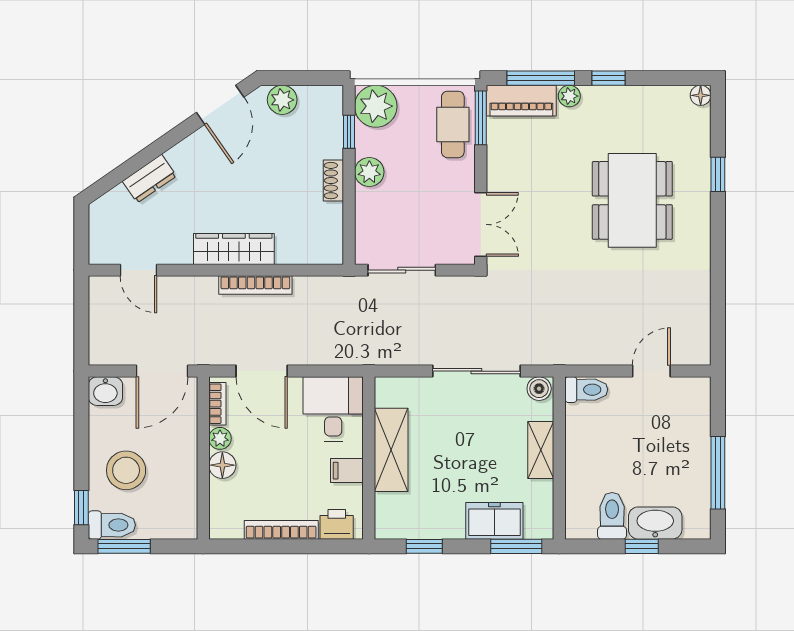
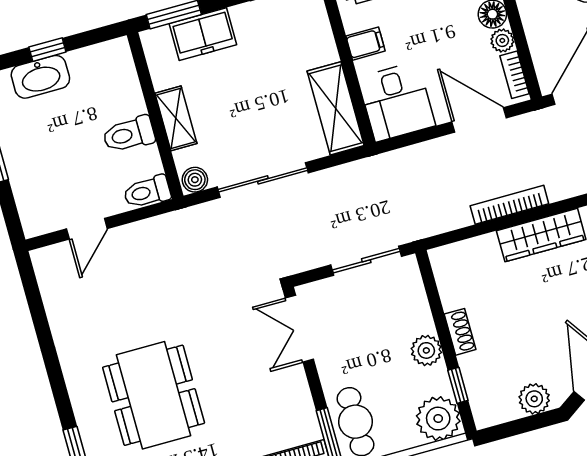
shelving: (391, 450) -> (336, 108), moved
toilet: (612, 516) -> (129, 134), moved, turned 90

